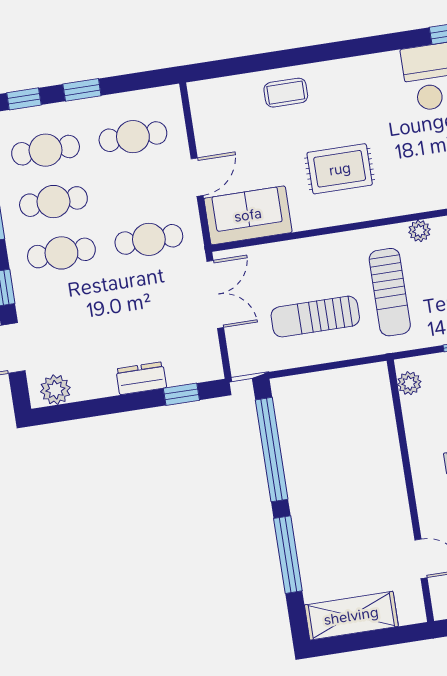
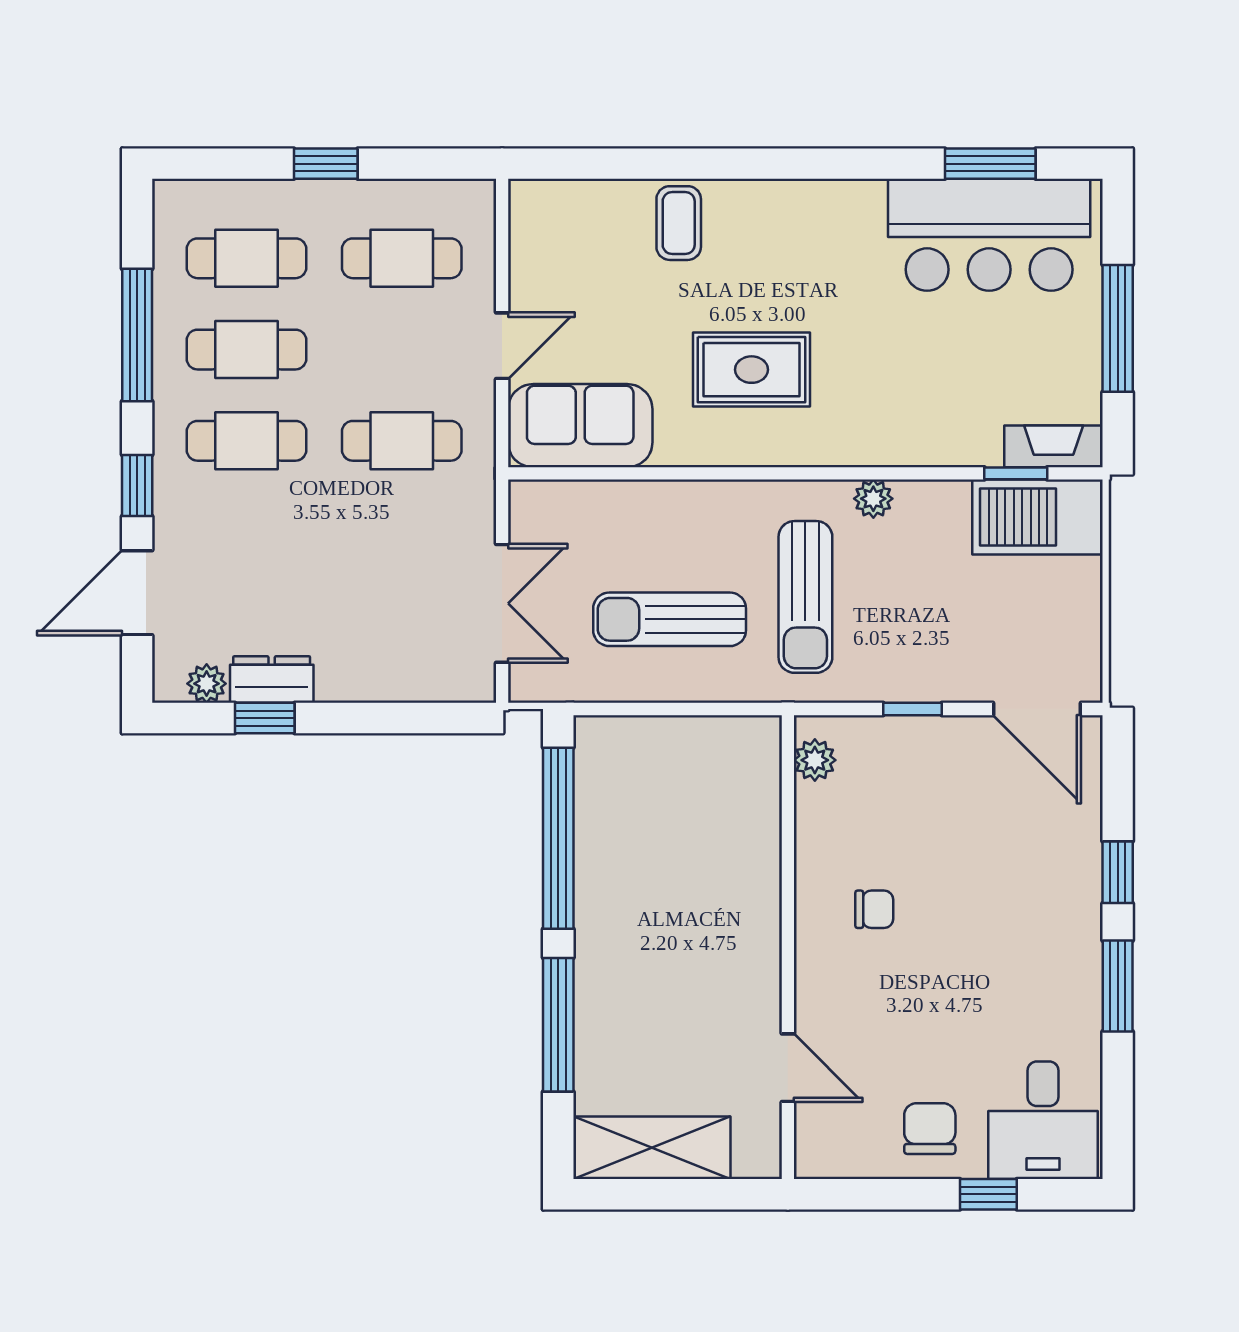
coffee table: (286, 93) -> (679, 223), turned 90
window: (24, 99) -> (223, 164), removed
double door: (215, 294) -> (502, 603), moved
dresser: (141, 378) -> (272, 680), moved
plant: (55, 390) -> (207, 684), width x0.73, depth x0.73
window: (181, 394) -> (265, 718), moved

